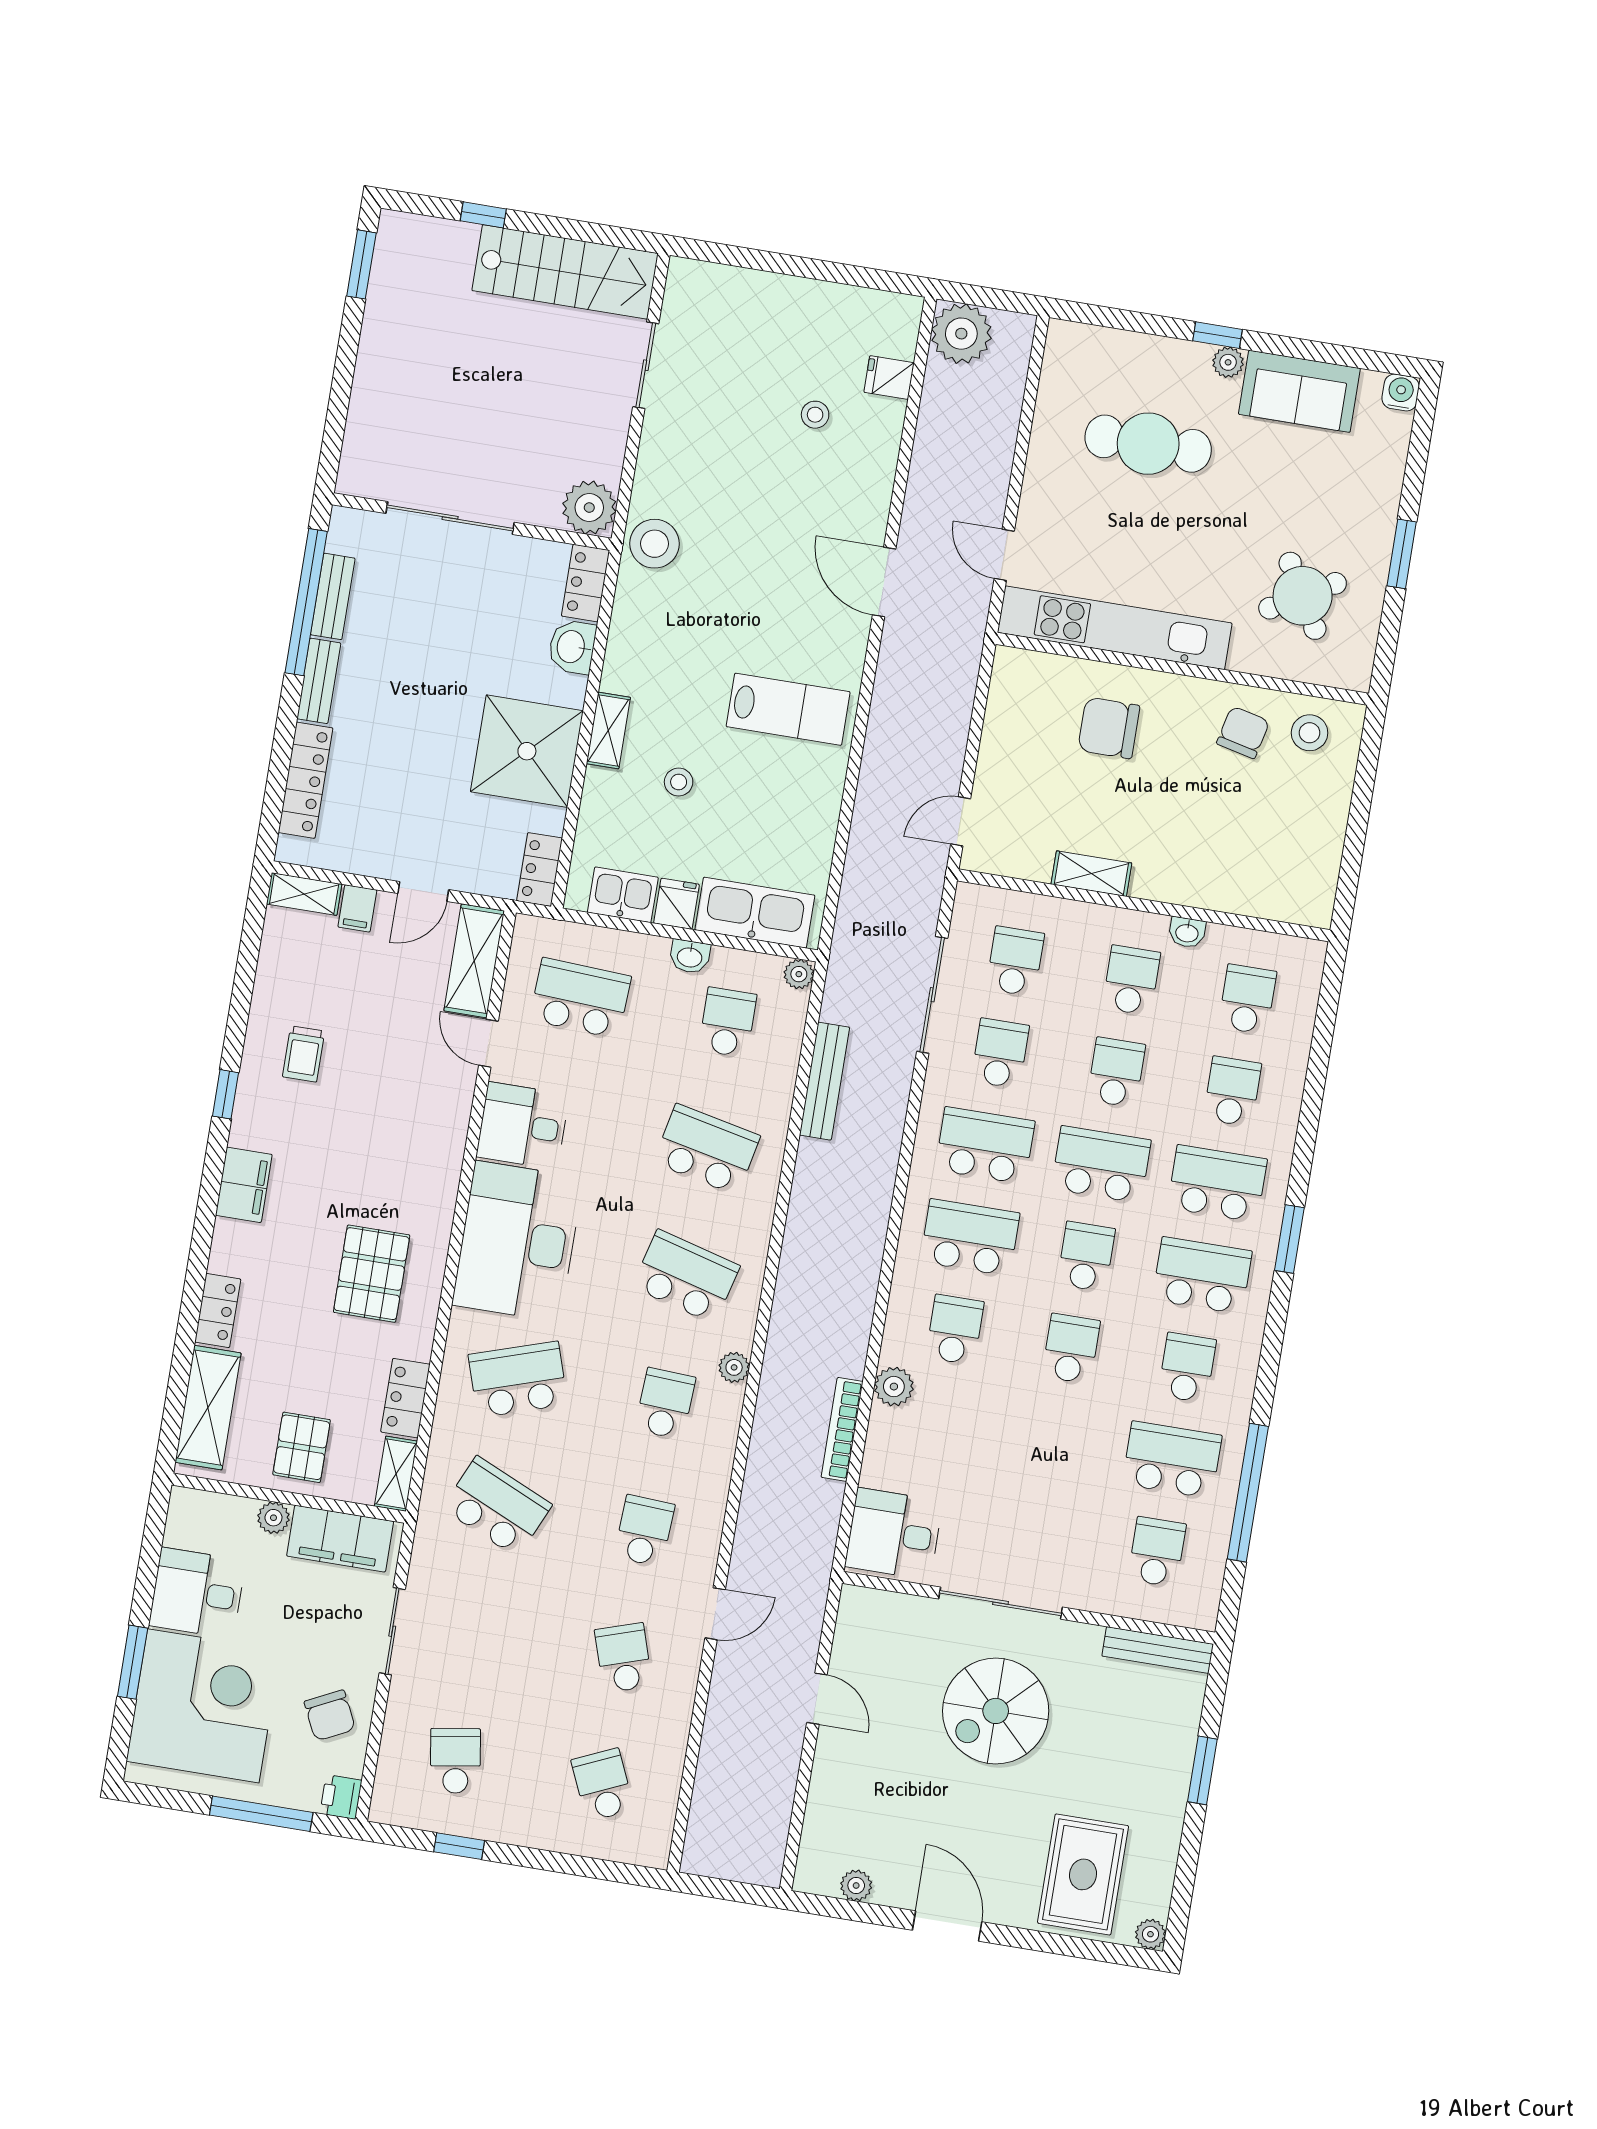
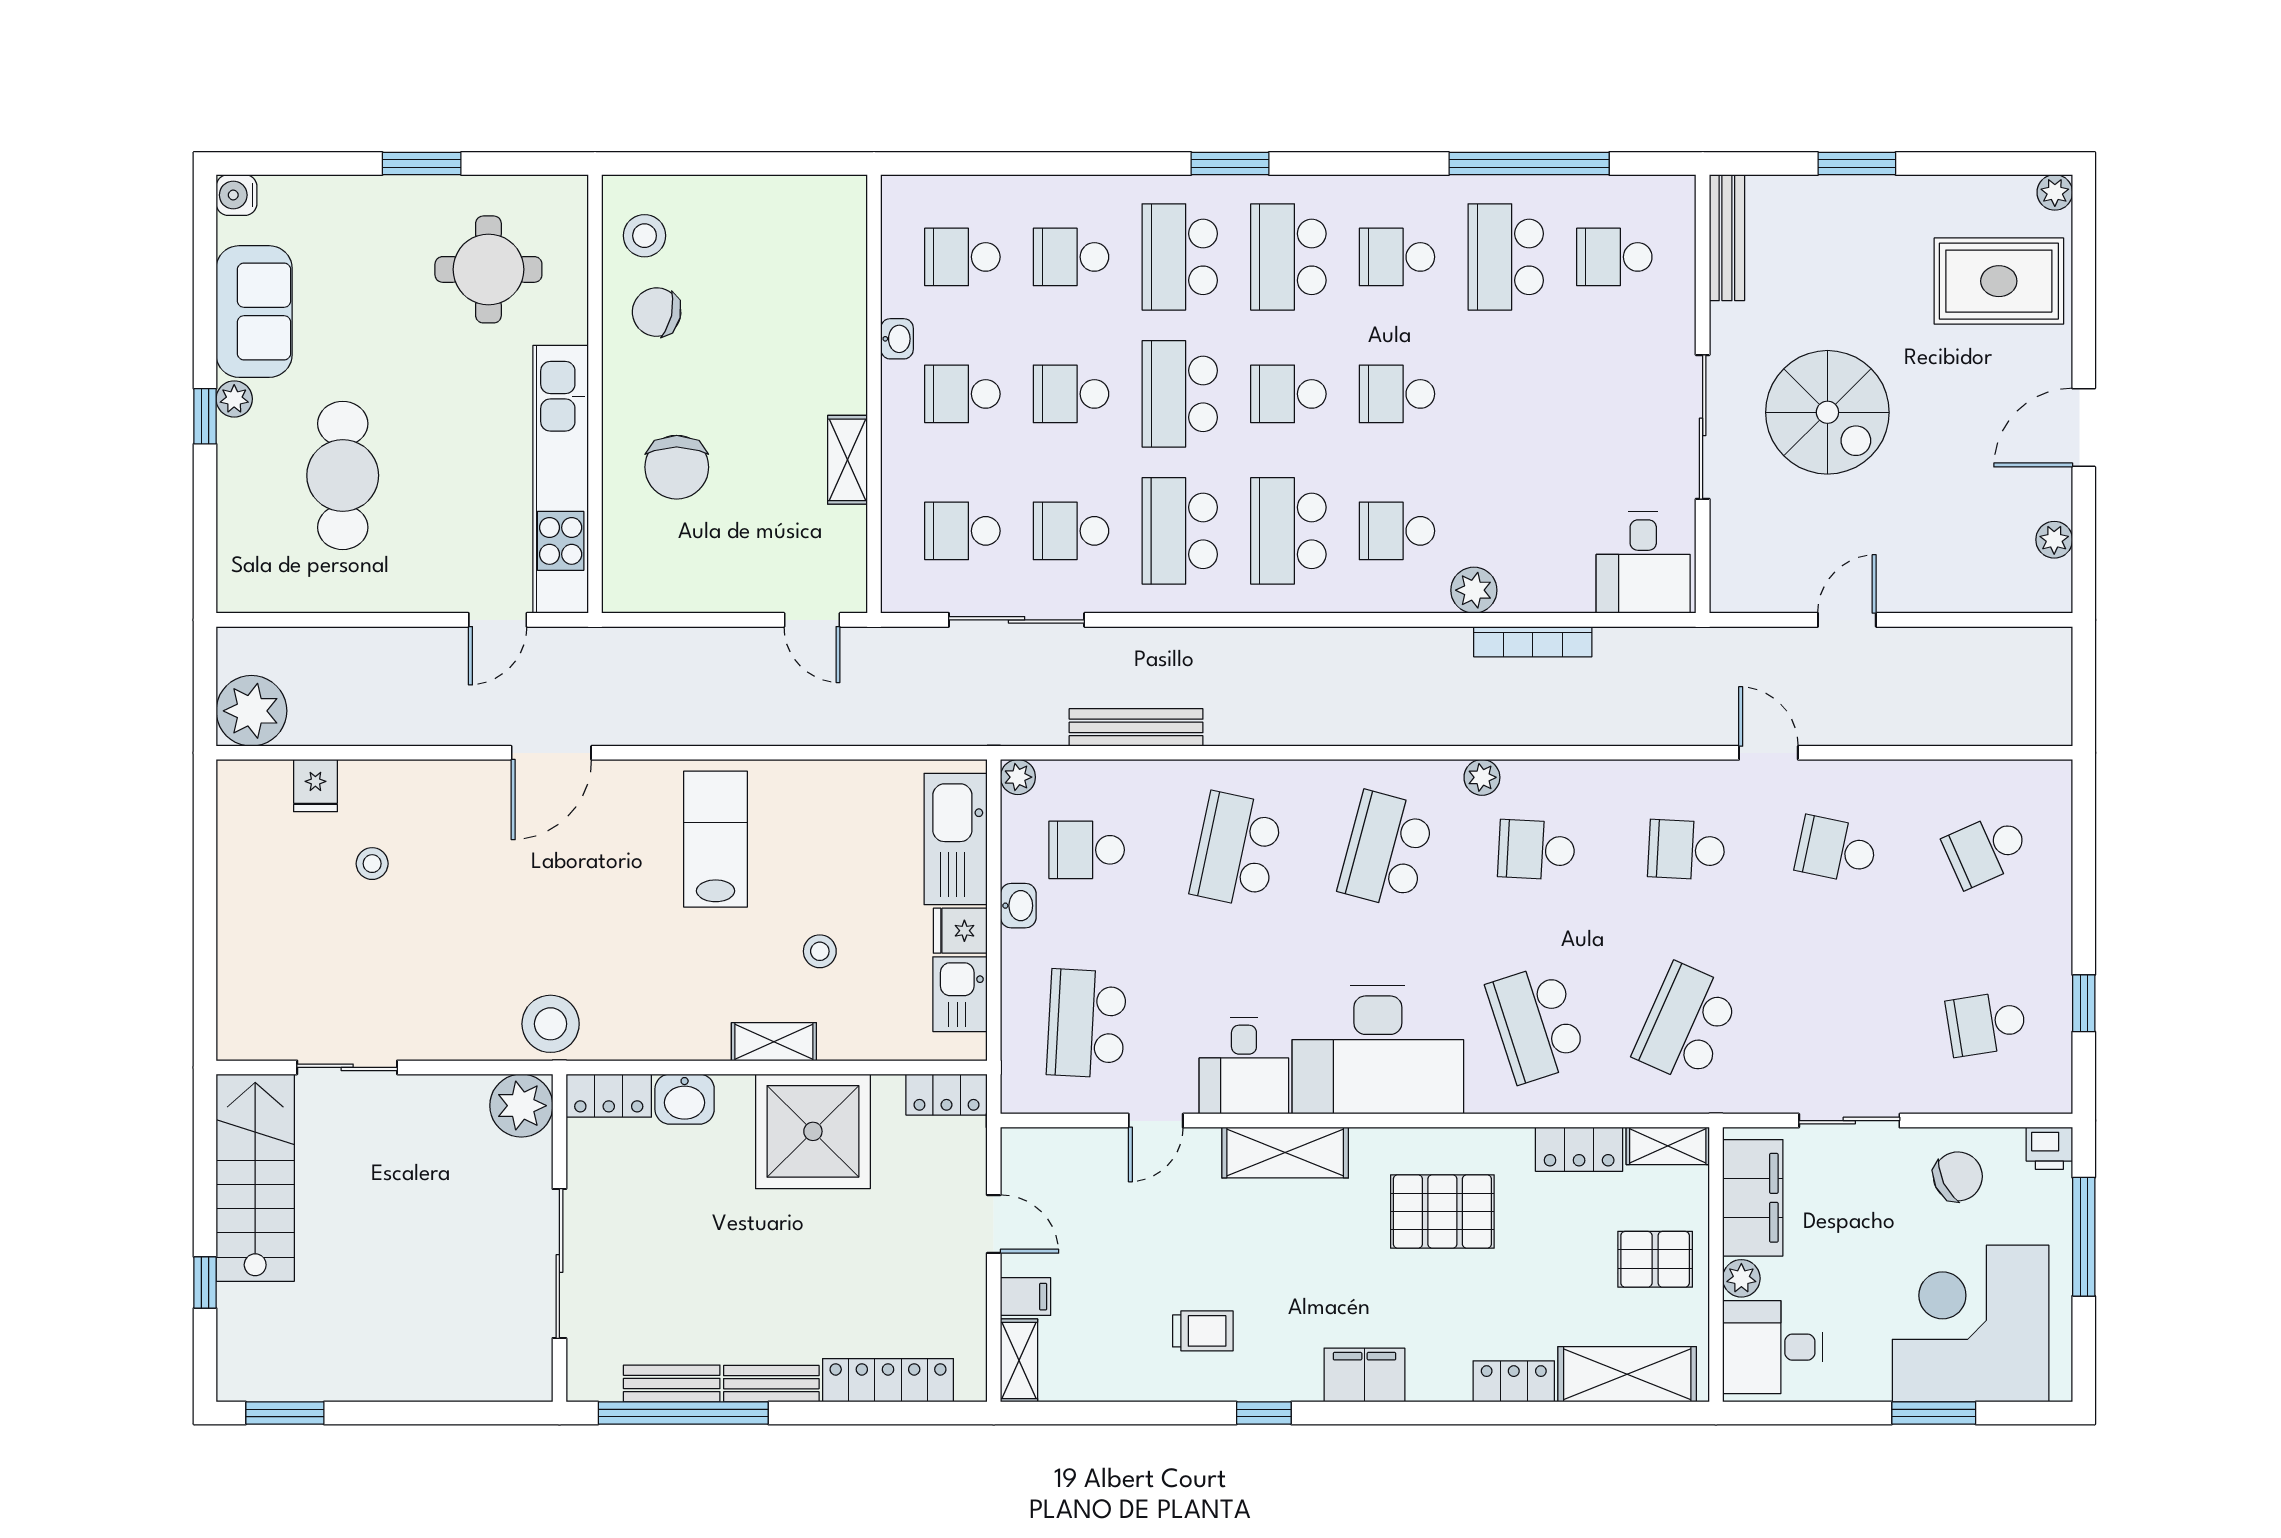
round table: (1303, 596) -> (488, 269), turned 30
shelving: (474, 961) -> (1285, 1153), moved
desk: (197, 1593) -> (1773, 1347), moved, turned 90
school desk: (623, 1658) -> (1836, 850), turned 30

